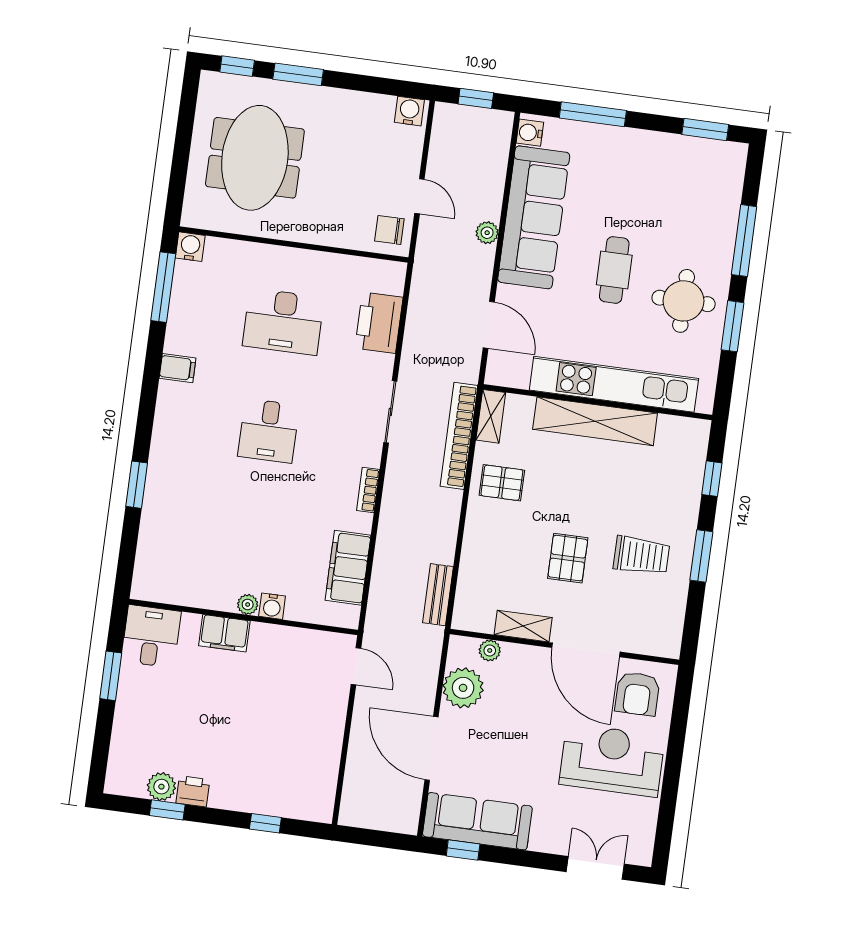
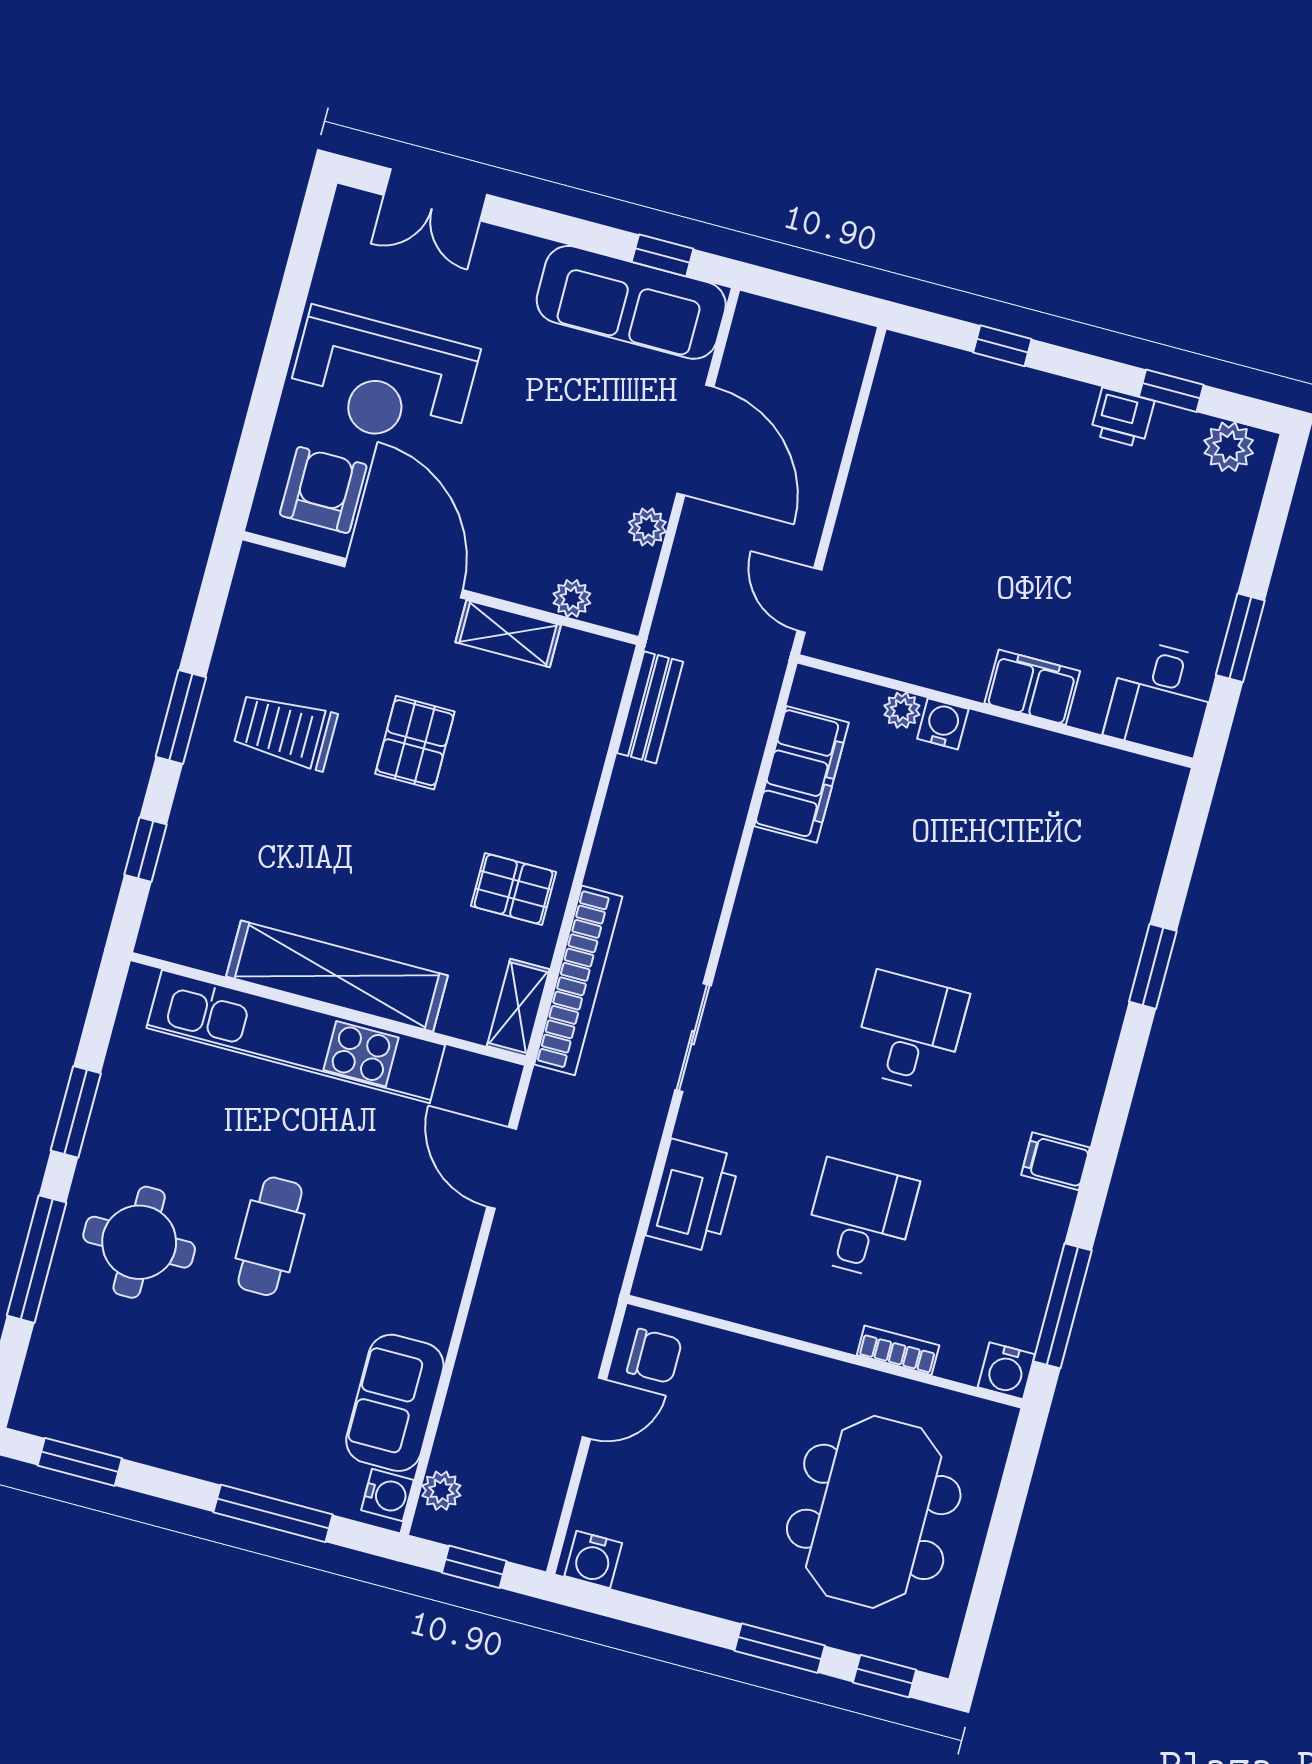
door: (419, 196) -> (594, 1408), swing flipped
sofa: (534, 217) -> (395, 1403), width x0.54, depth x0.79
plant: (487, 233) -> (441, 1491), moved
round table: (684, 301) -> (139, 1242), moved
desk: (283, 322) -> (860, 1219), width x0.73
bookcase: (368, 490) -> (898, 1350), moved, turned -90
plant: (248, 604) -> (902, 710), moved
plant: (463, 688) -> (647, 527), width x0.53, depth x0.53
plant: (161, 787) -> (1229, 447), moved

